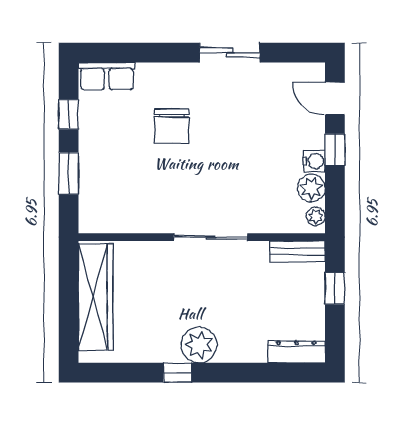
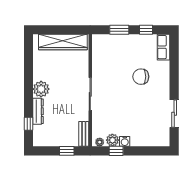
sliding door: (230, 53) -> (174, 114), moved
door: (335, 99) -> (153, 151), removed
window: (335, 149) -> (116, 151), moved
dresser: (296, 352) -> (38, 111), moved
window: (177, 373) -> (29, 124), moved

